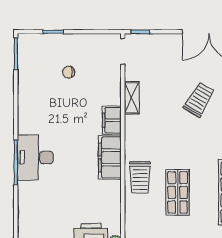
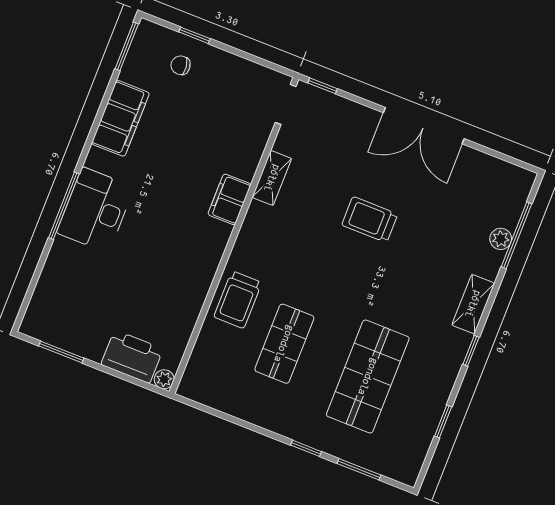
chair: (69, 72) -> (181, 65), moved
trolley: (199, 100) -> (370, 220), turned -121
filing cabinet: (110, 157) -> (120, 118), moved, turned 180

